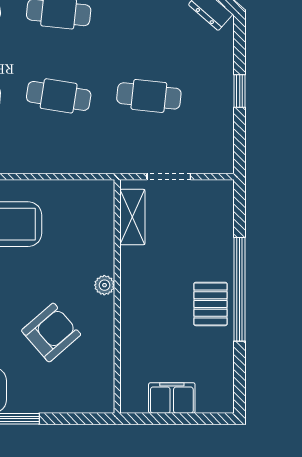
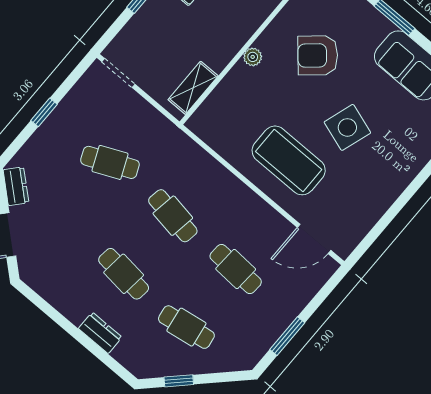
cafe table: (149, 96) -> (110, 162), turned -30
doorway: (169, 177) -> (118, 73), moved

